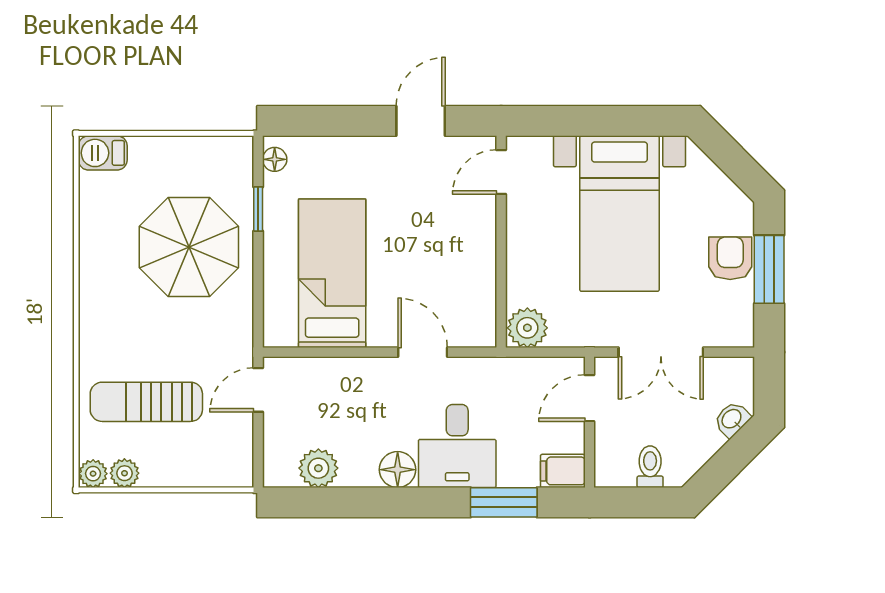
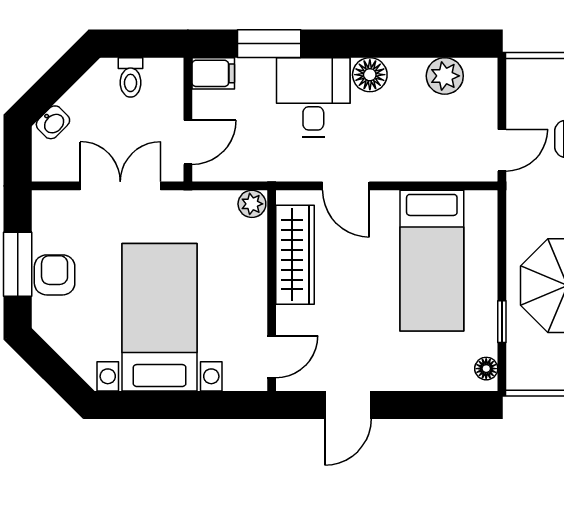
armchair: (730, 258) -> (55, 275), turned 180
wardrobe: (477, 279) -> (295, 255), added
plant: (527, 328) -> (252, 204), width x0.73, depth x0.73

